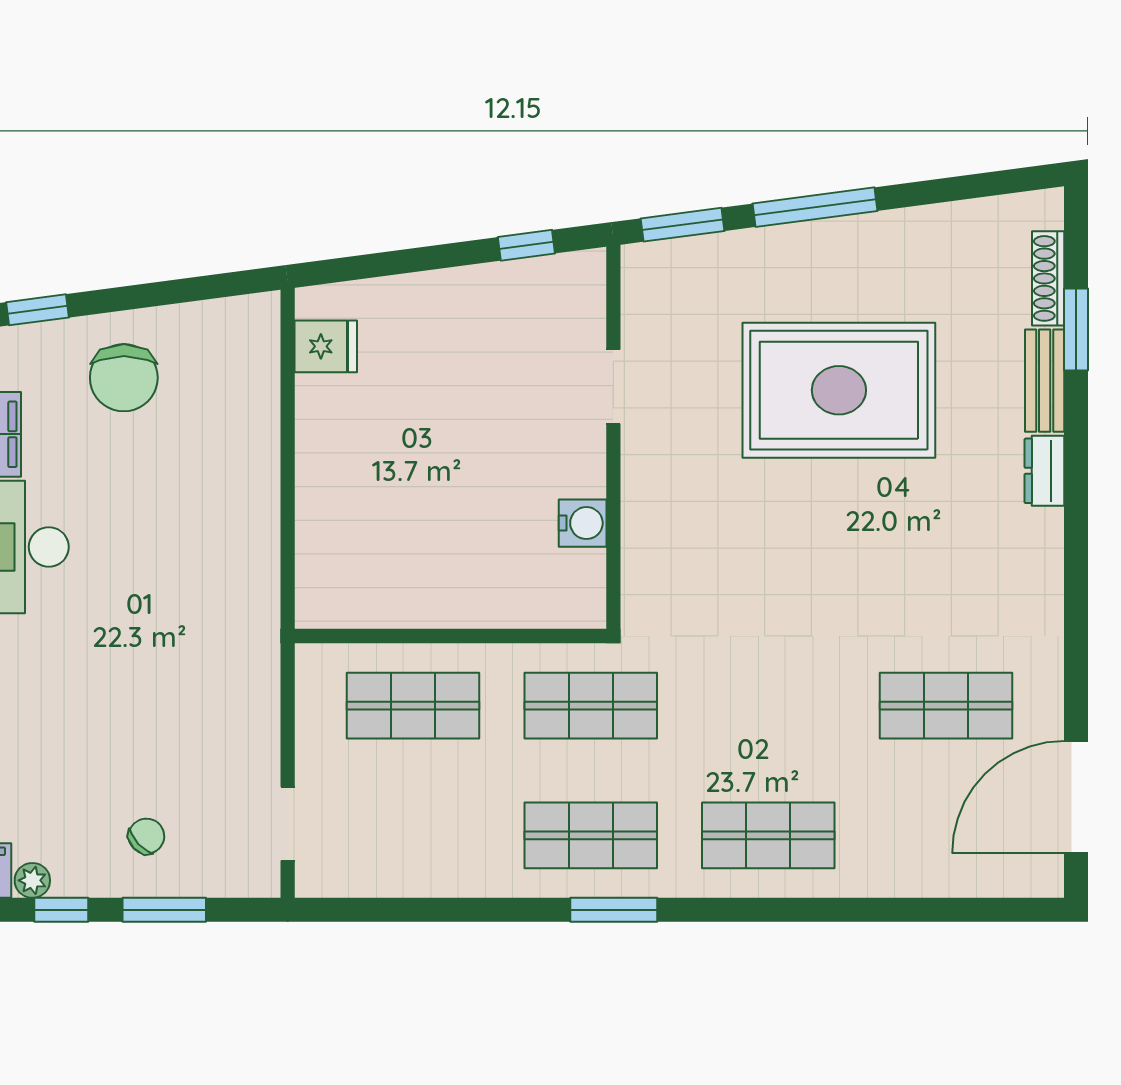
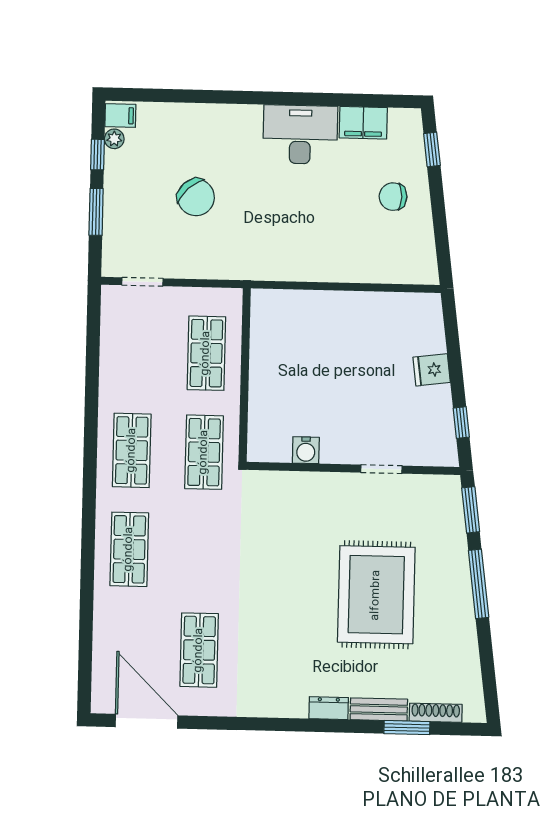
fridge: (326, 346) -> (432, 370), moved, turned 82
chair: (124, 378) -> (393, 197), width x0.73, depth x0.73
chair: (146, 836) -> (196, 197), moved, width x1.87, depth x1.87
window: (614, 910) -> (90, 462), removed

